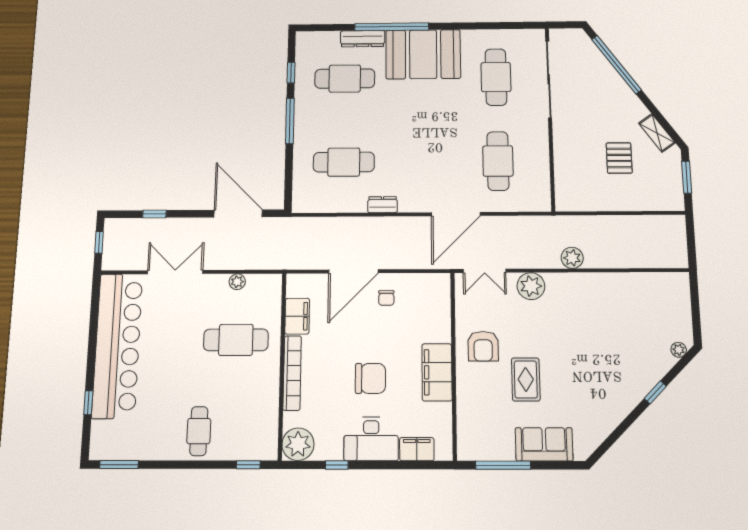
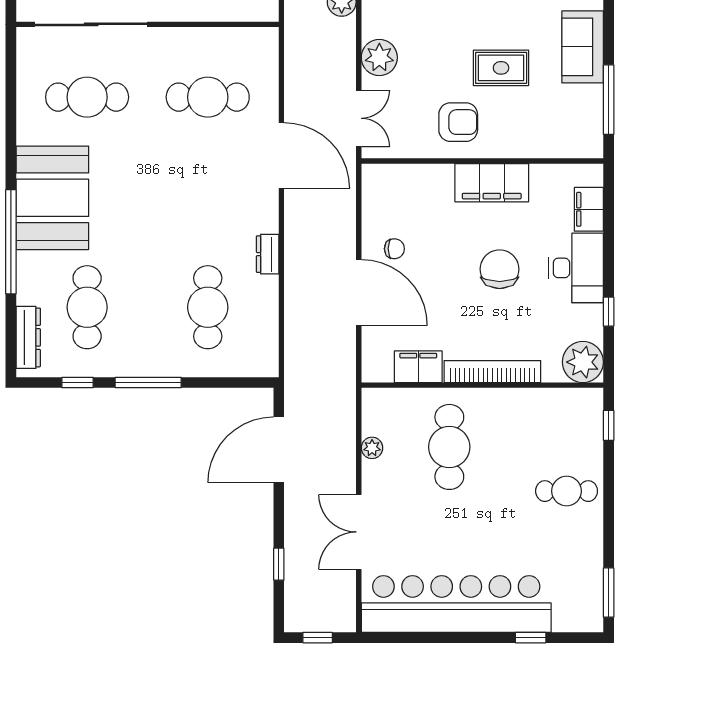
dresser: (363, 39) -> (28, 337), moved

